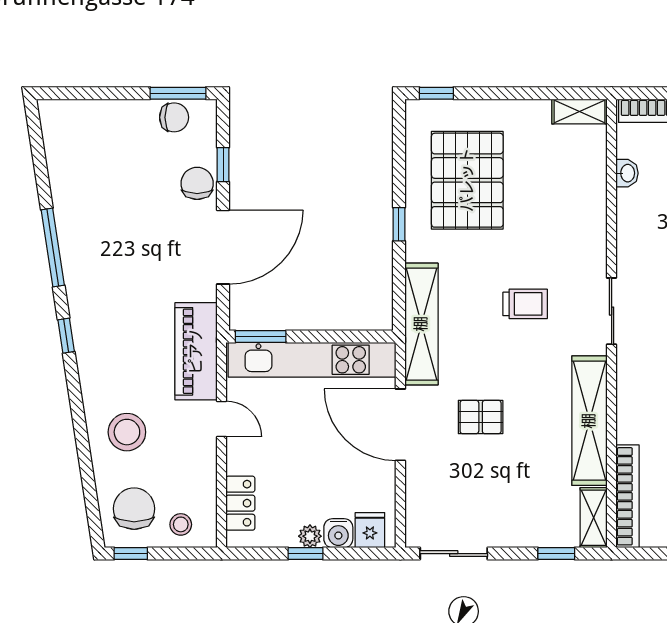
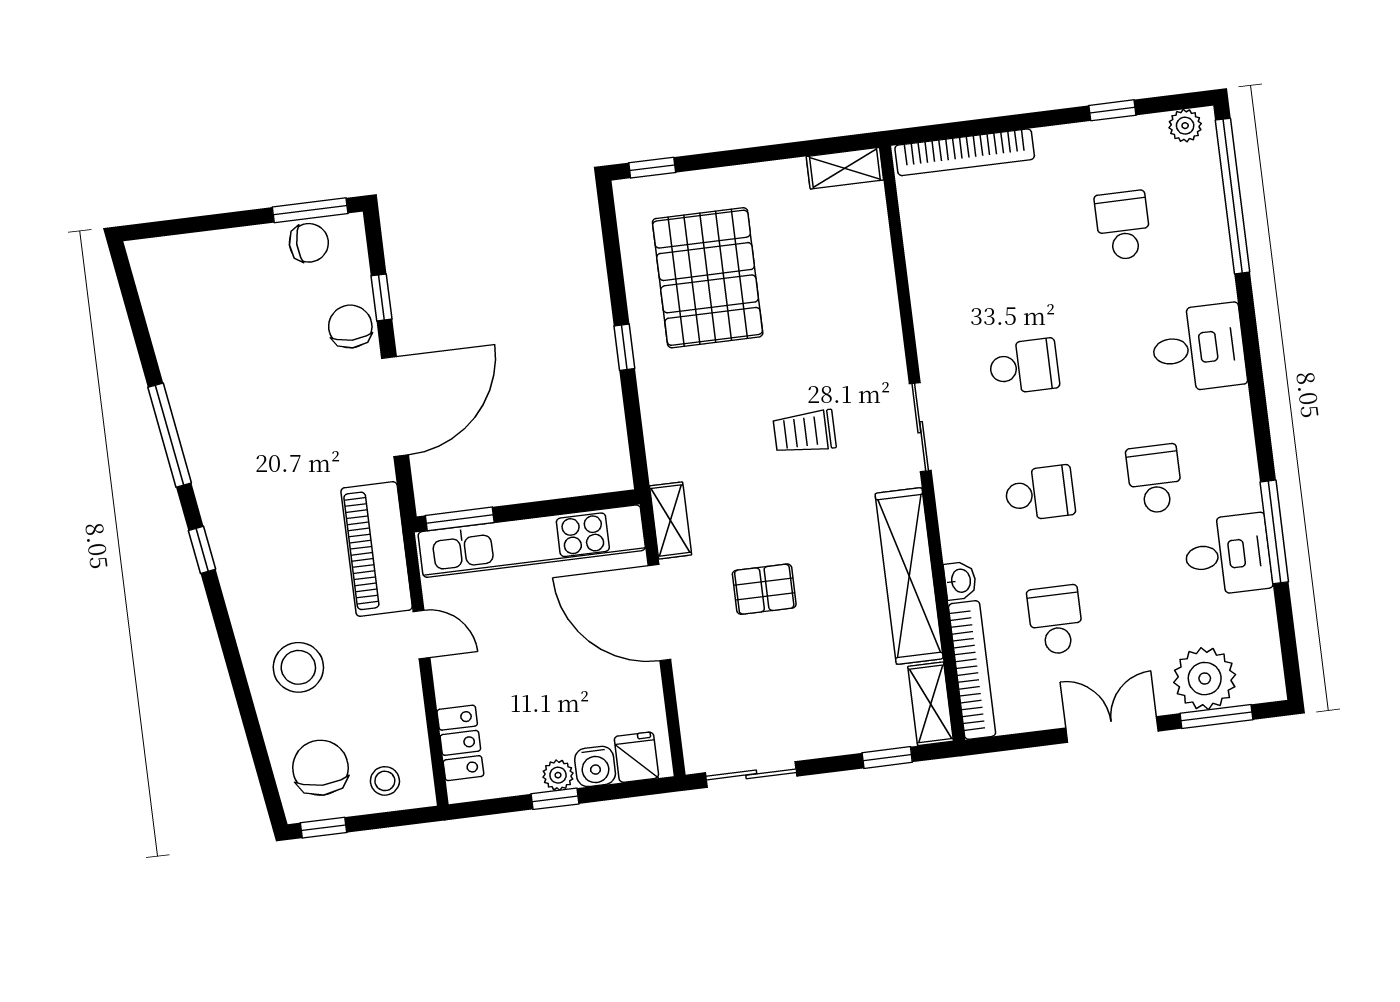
washbasin: (627, 173) -> (960, 581), moved
trolley: (525, 304) -> (805, 432), turned 180
shelving: (421, 324) -> (671, 520), width x0.45, depth x0.75

